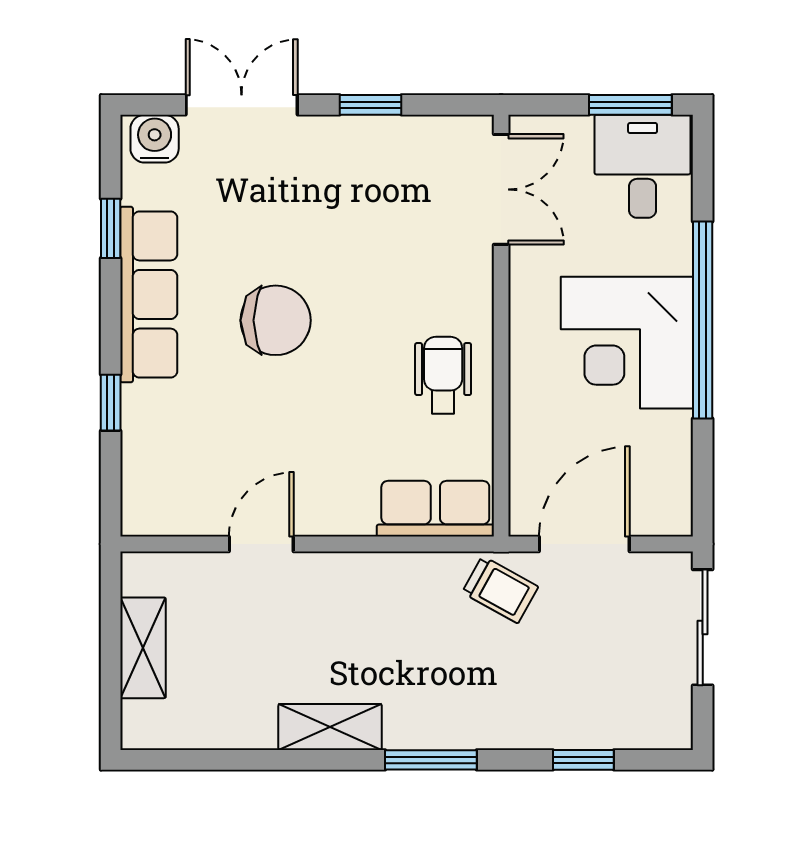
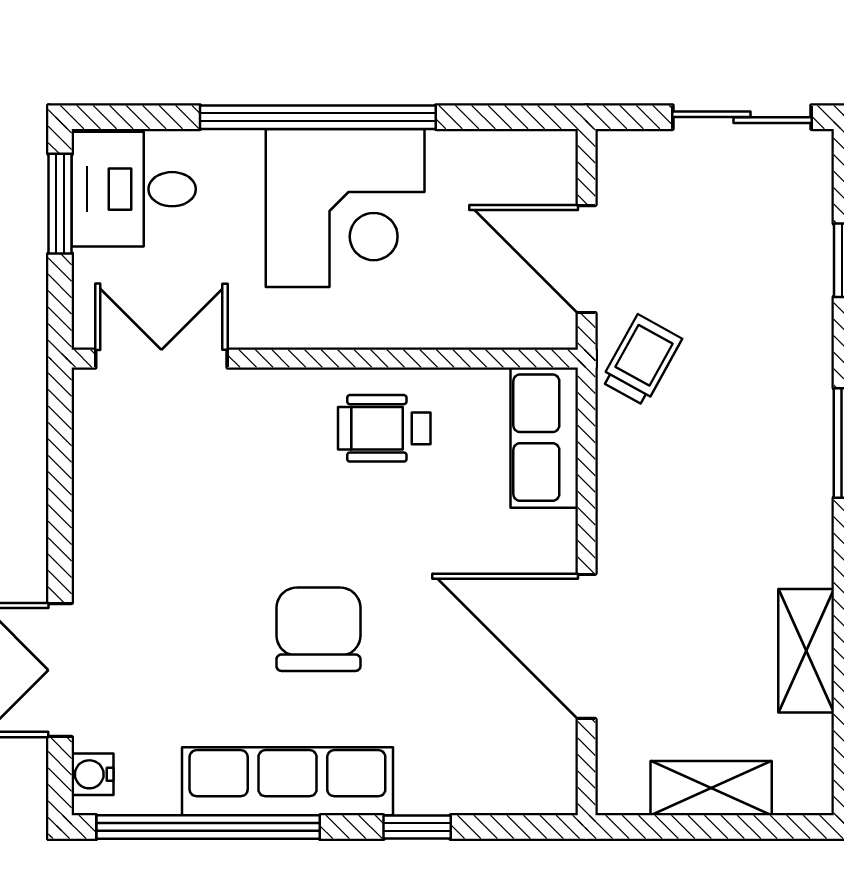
window: (370, 105) -> (60, 516), removed
water cooler: (155, 139) -> (93, 774), width x0.72, depth x0.72
window: (111, 228) -> (208, 827), width x3.17
door: (261, 544) -> (587, 646), width x1.87
sliding door: (703, 627) -> (742, 117), moved
shelving: (330, 727) -> (806, 651), moved

